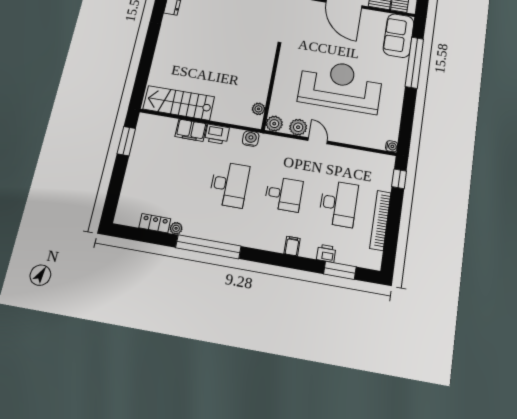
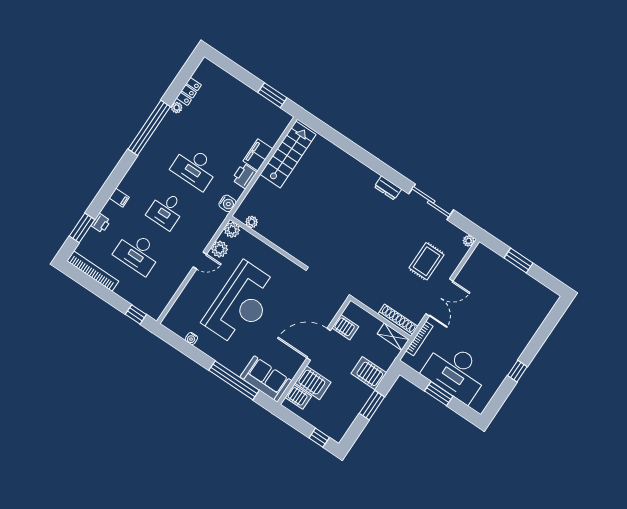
water cooler: (392, 146) -> (191, 339), moved
bookcase: (380, 220) -> (93, 271), moved

